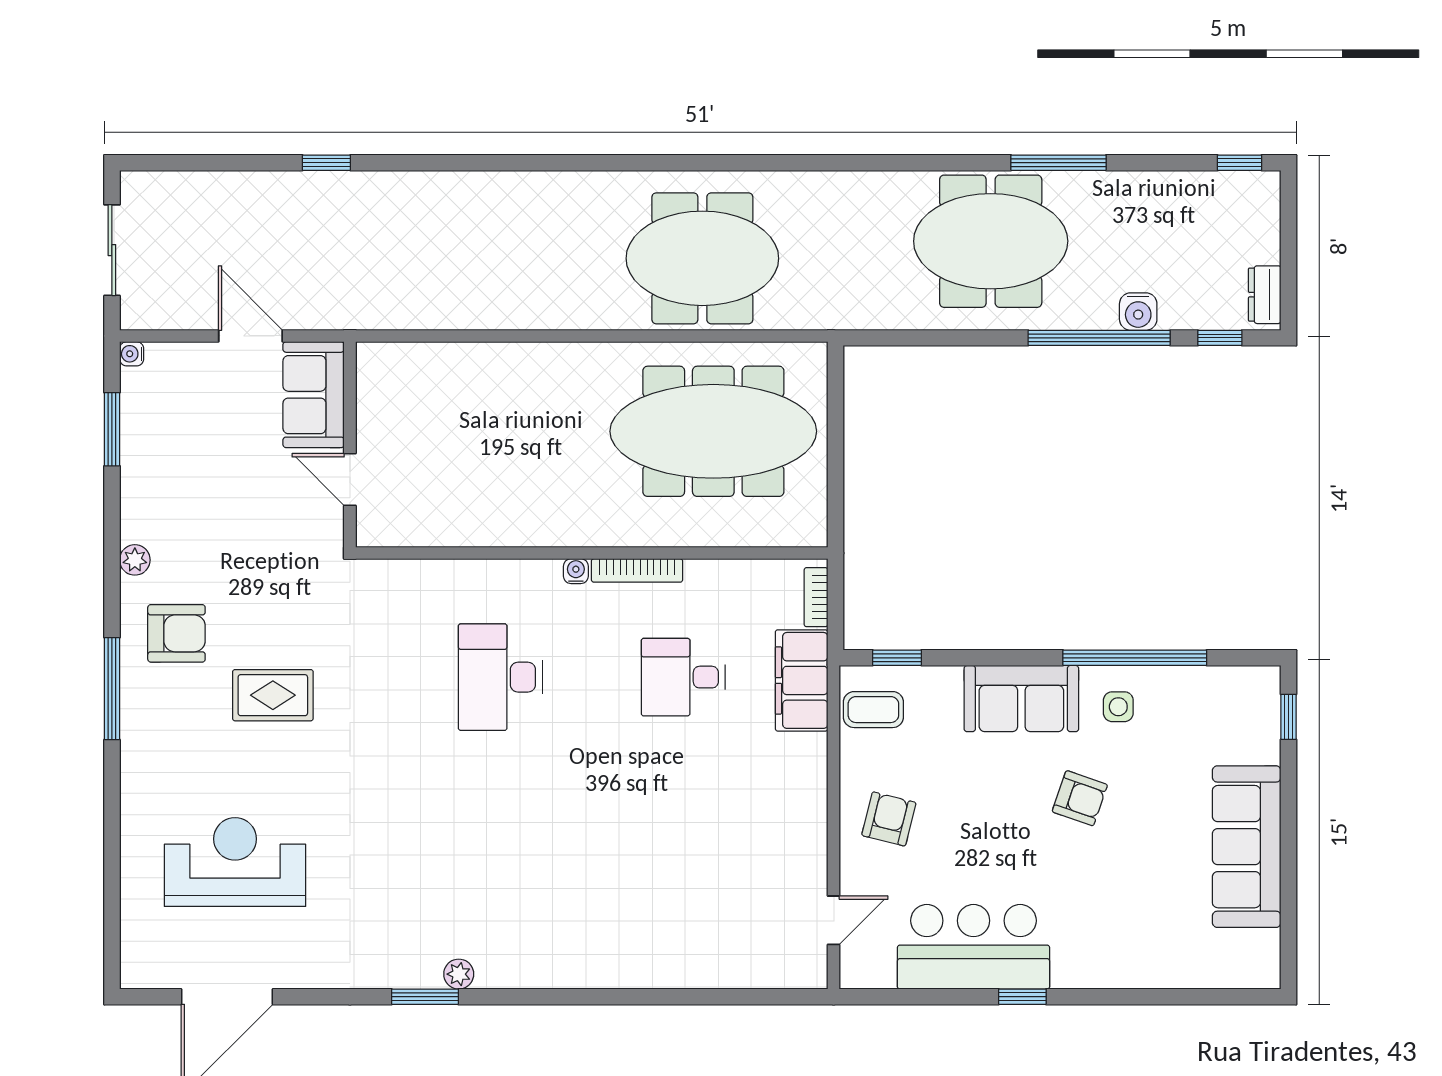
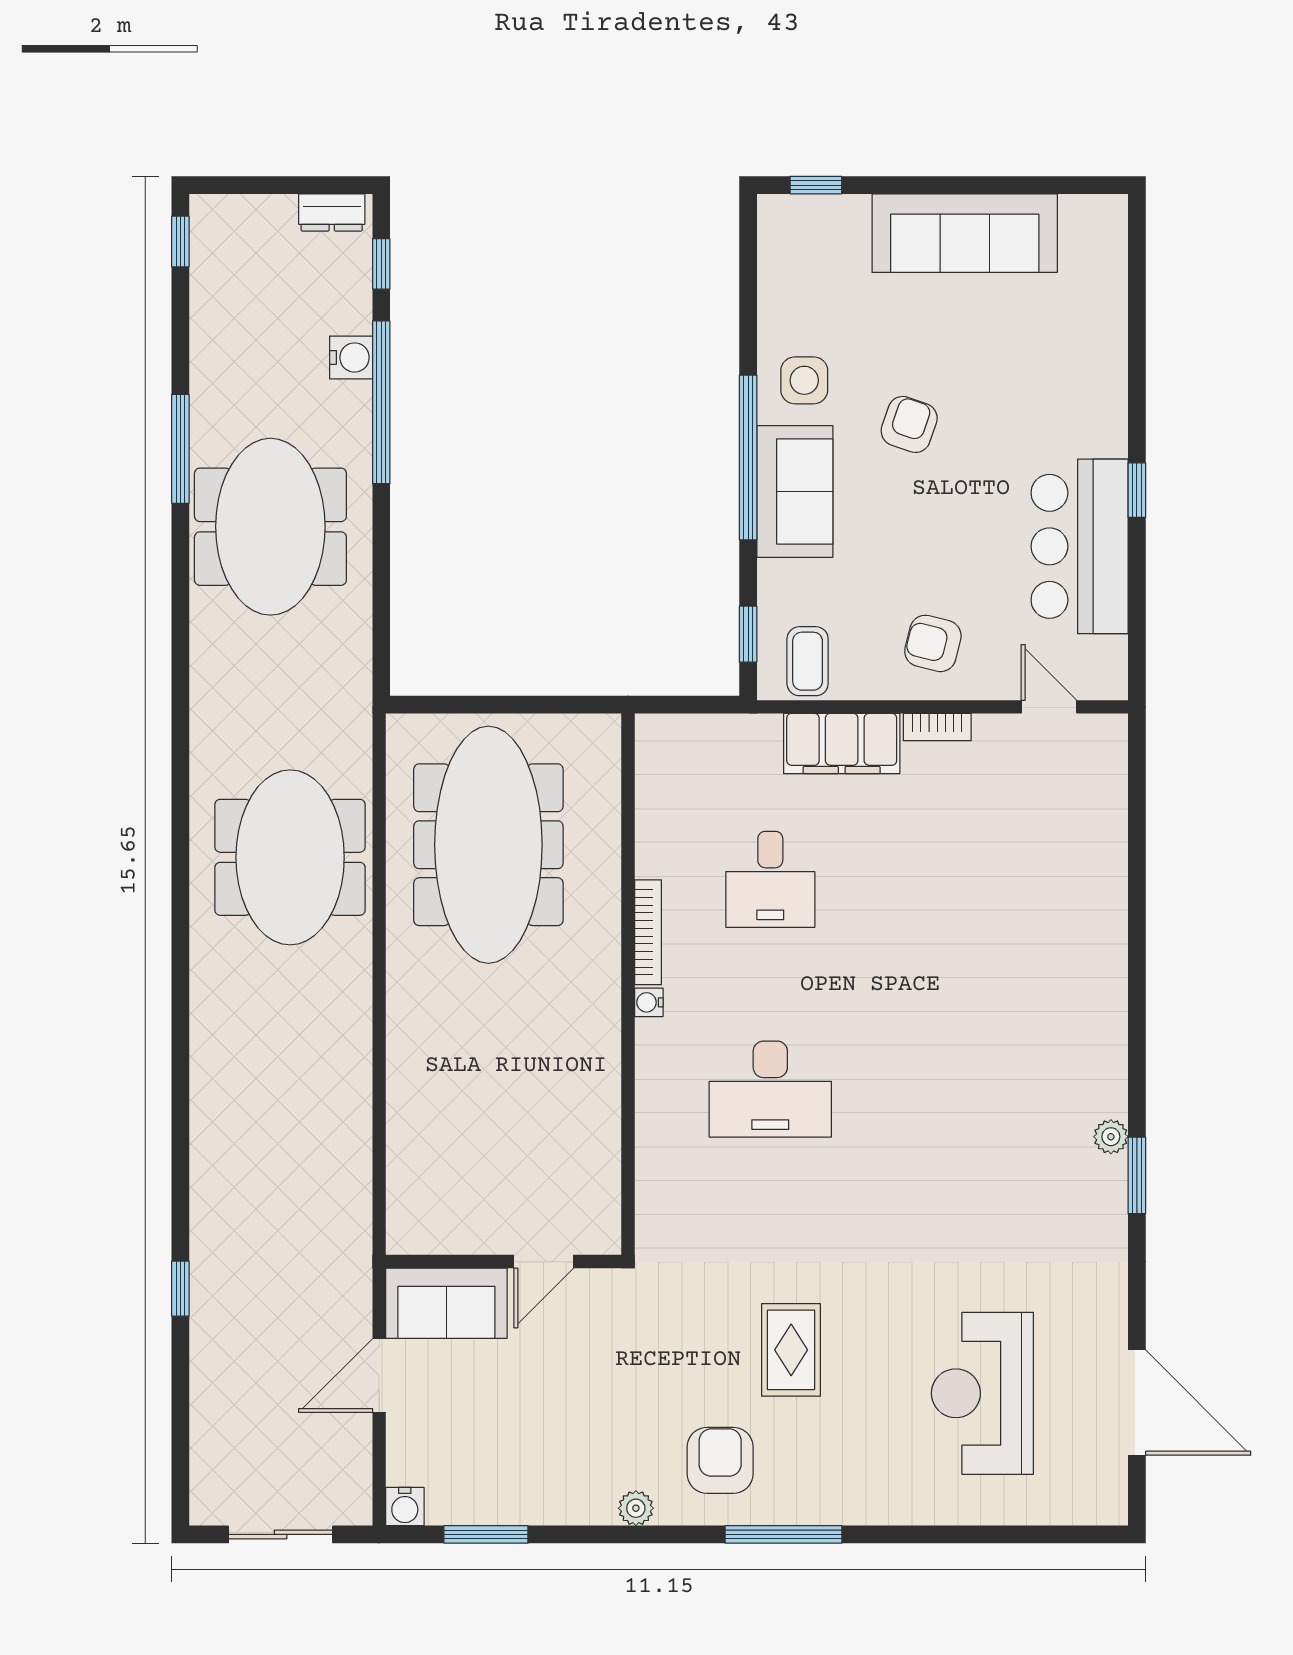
water cooler: (132, 354) -> (405, 1507), width x1.38, depth x1.38
bookcase: (816, 597) -> (937, 727), moved
window: (1135, 658) -> (748, 457), moved
filing cabinet: (802, 680) -> (842, 744), moved
side table: (1118, 707) -> (804, 380), width x1.37, depth x1.37

